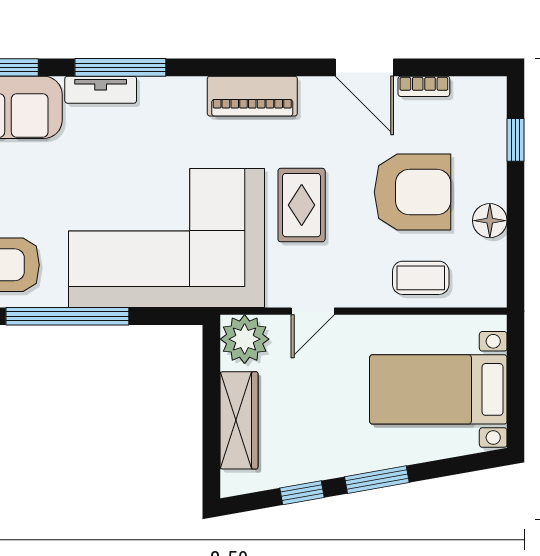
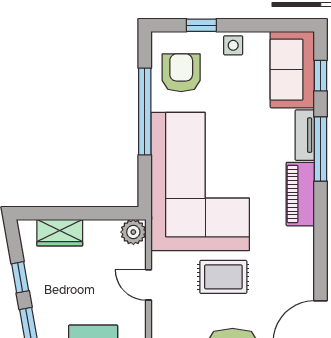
piano: (252, 96) -> (300, 194), moved
plant: (245, 339) -> (133, 232), width x0.73, depth x0.73
wardrobe: (239, 420) -> (60, 233), width x0.67

